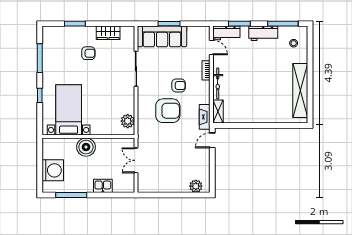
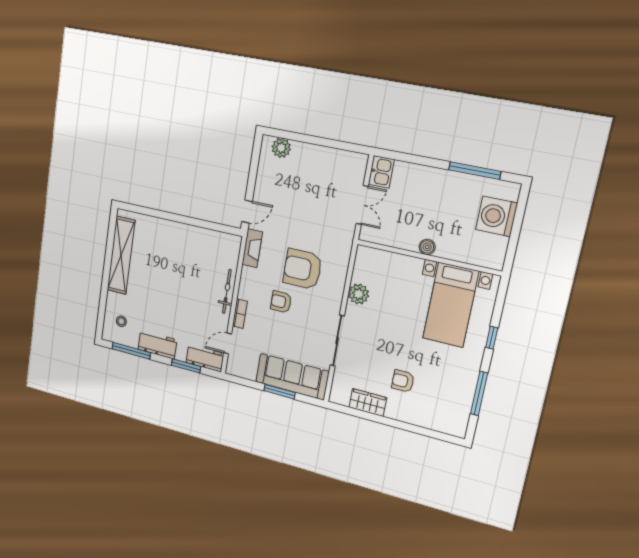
window: (75, 24) -> (414, 429), removed
door: (211, 47) -> (228, 343), hinge flipped
shelving: (218, 112) -> (233, 251), removed
plant: (128, 121) -> (359, 294), moved
boiler: (86, 147) -> (427, 247), width x0.54, depth x0.54
kitchen sink: (103, 186) -> (381, 172), moved, turned -90

